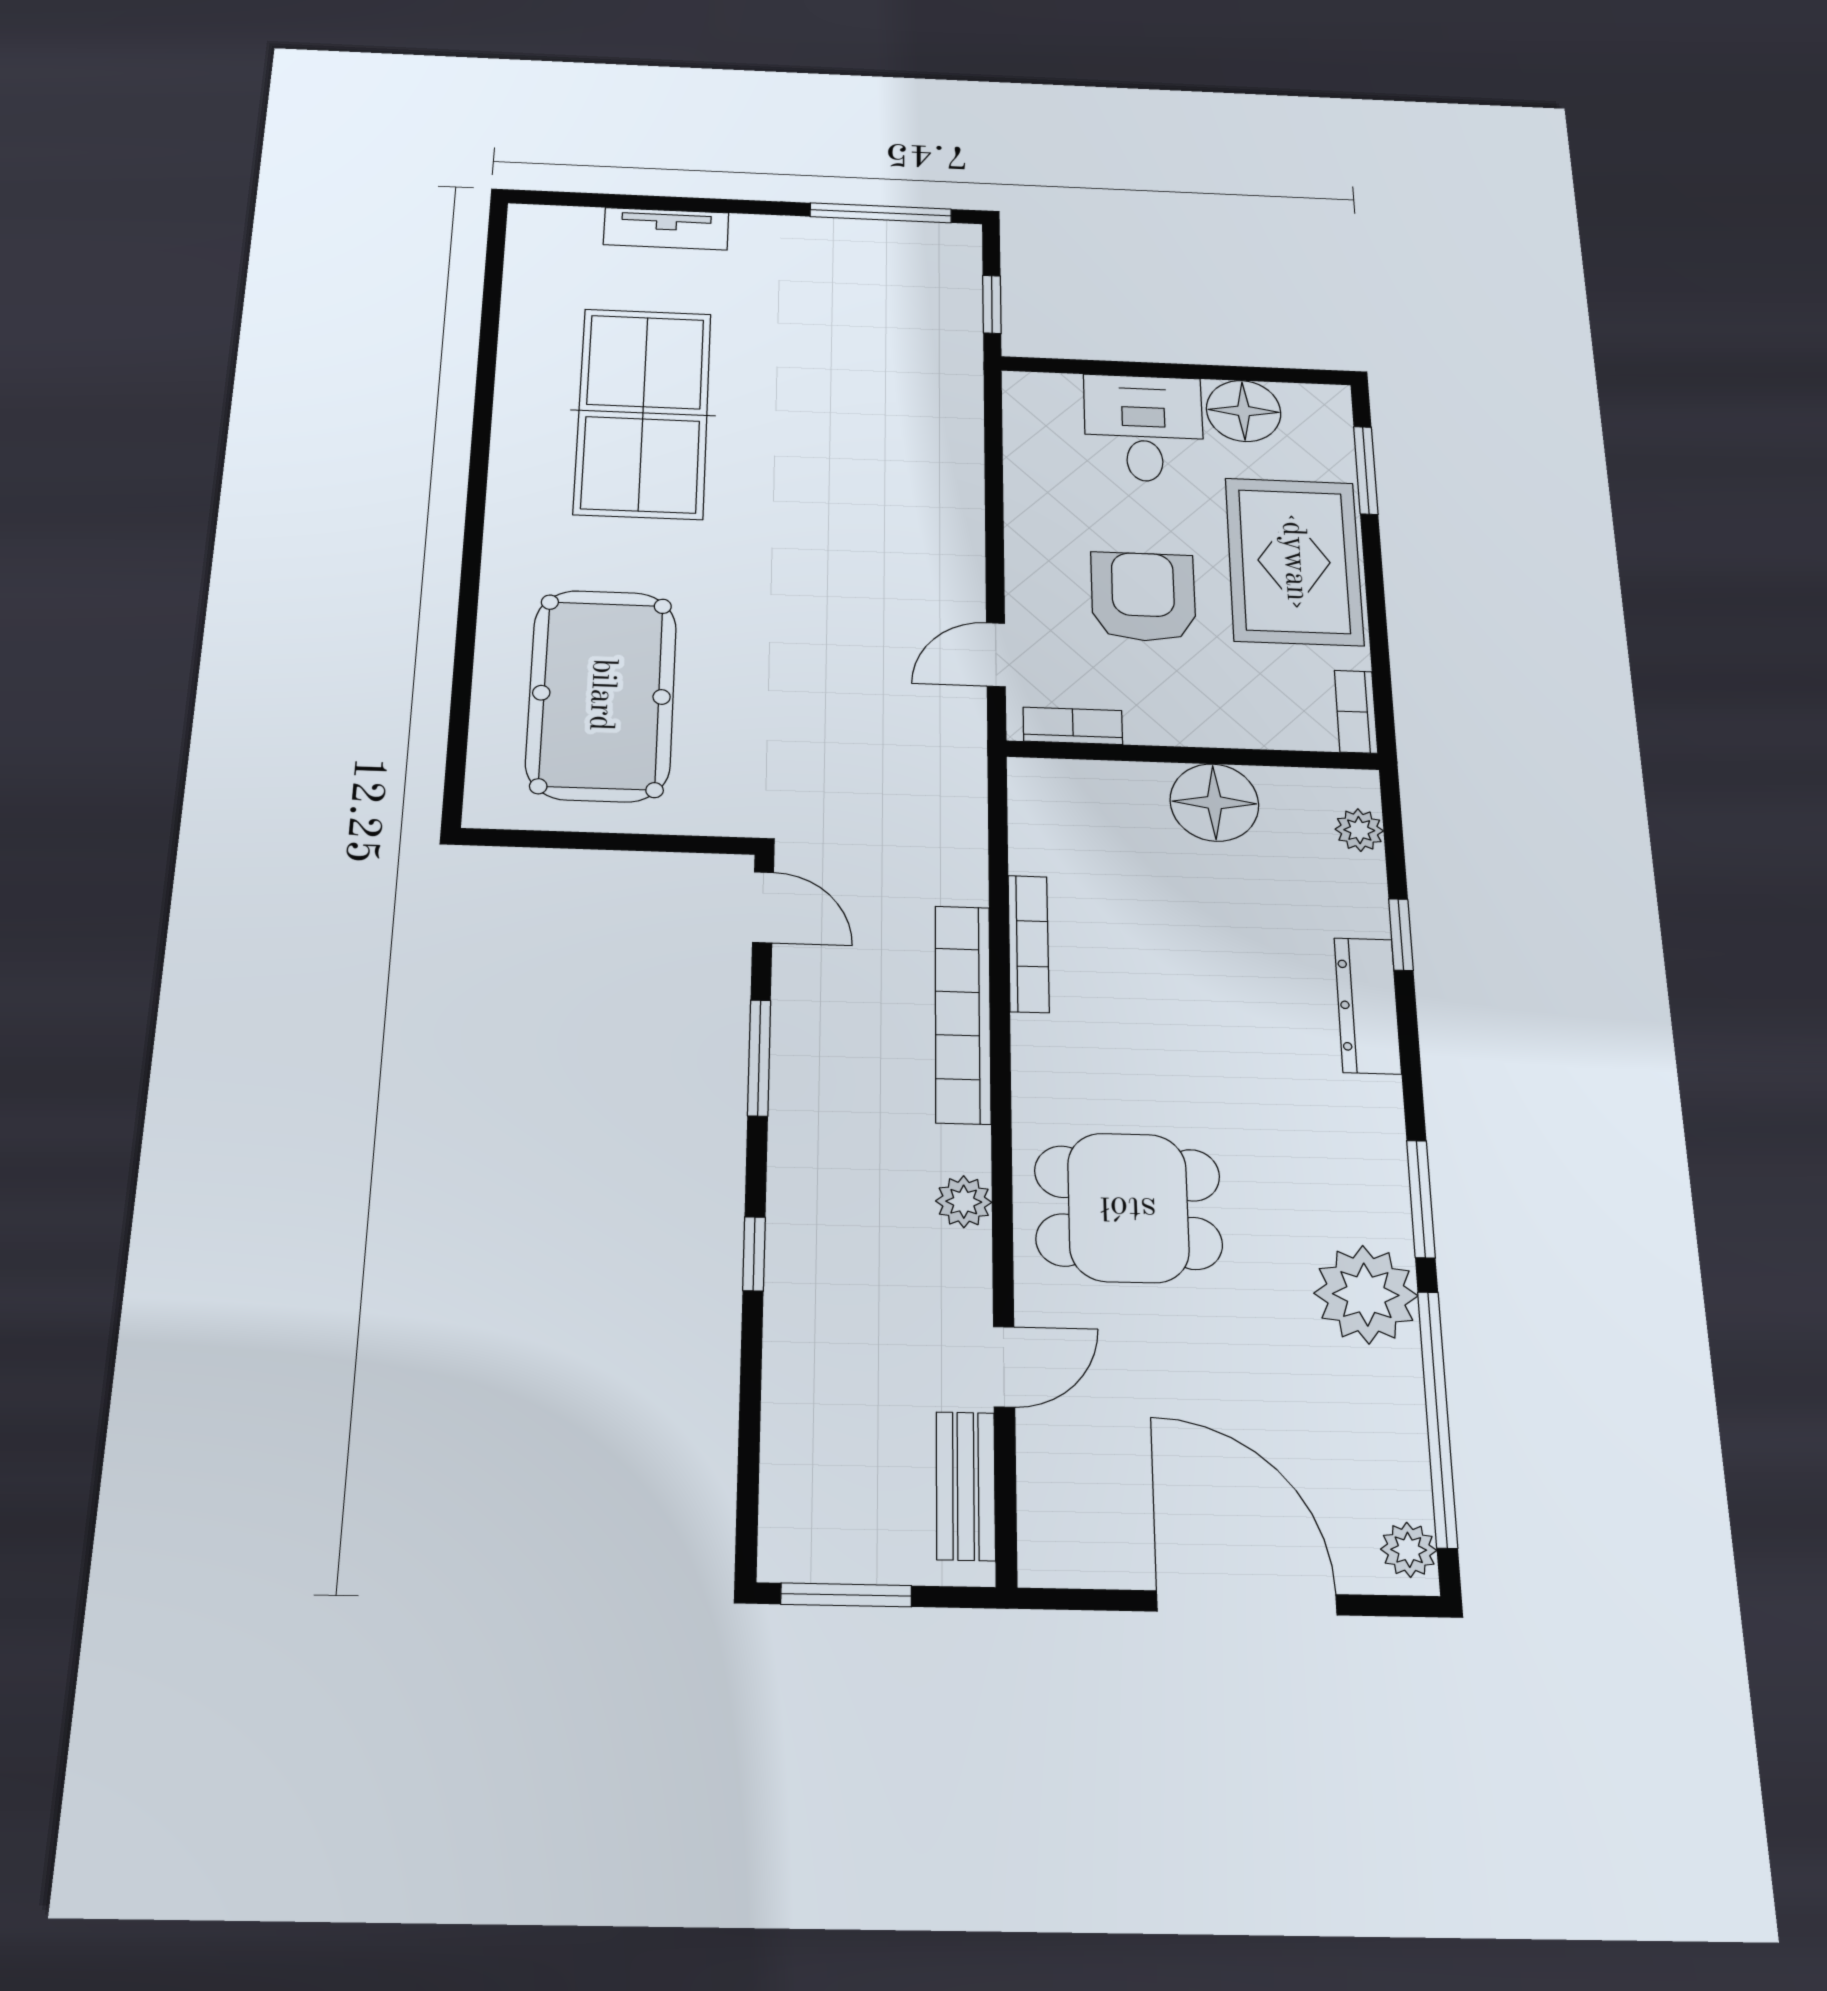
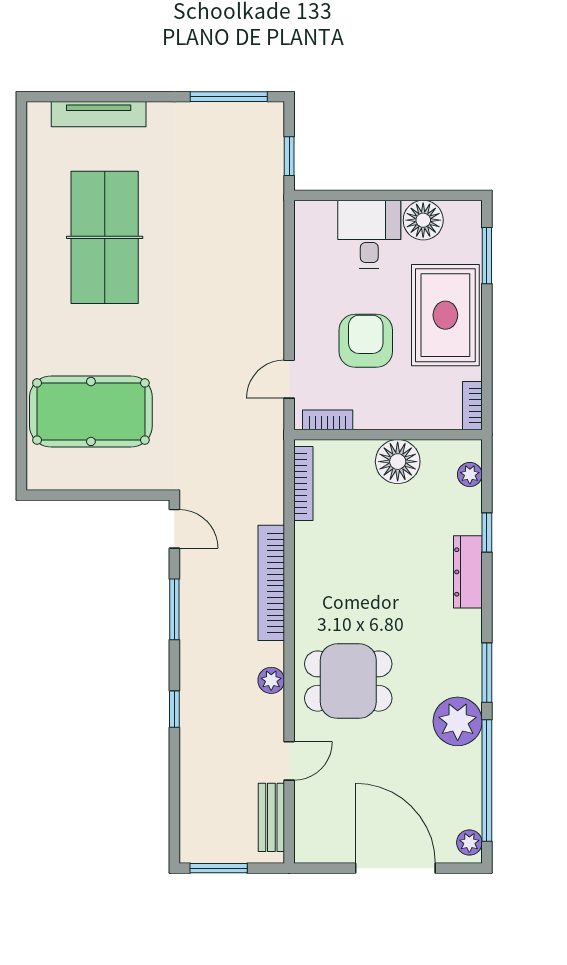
tv unit: (666, 229) -> (99, 114), width x1.41
pool table: (601, 695) -> (91, 411), turned 90
bookcase: (1029, 944) -> (303, 484), moved

